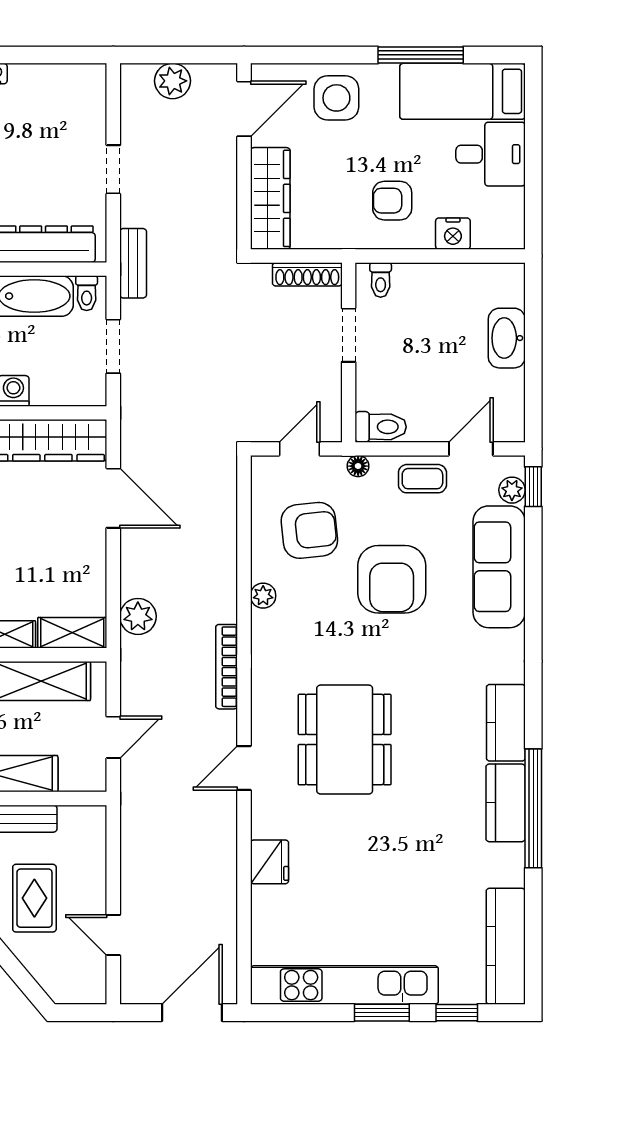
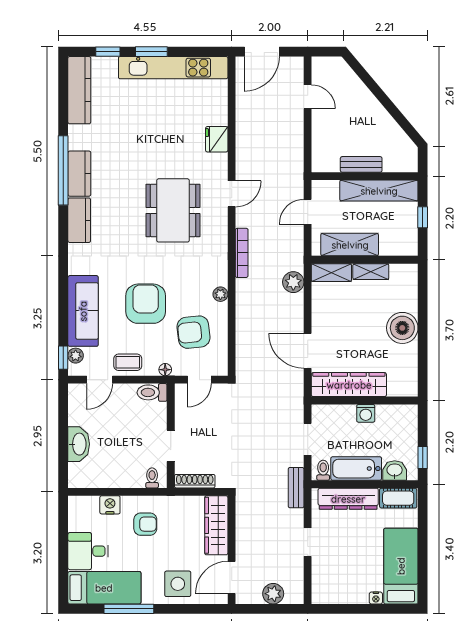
rug: (34, 898) -> (353, 118), removed

